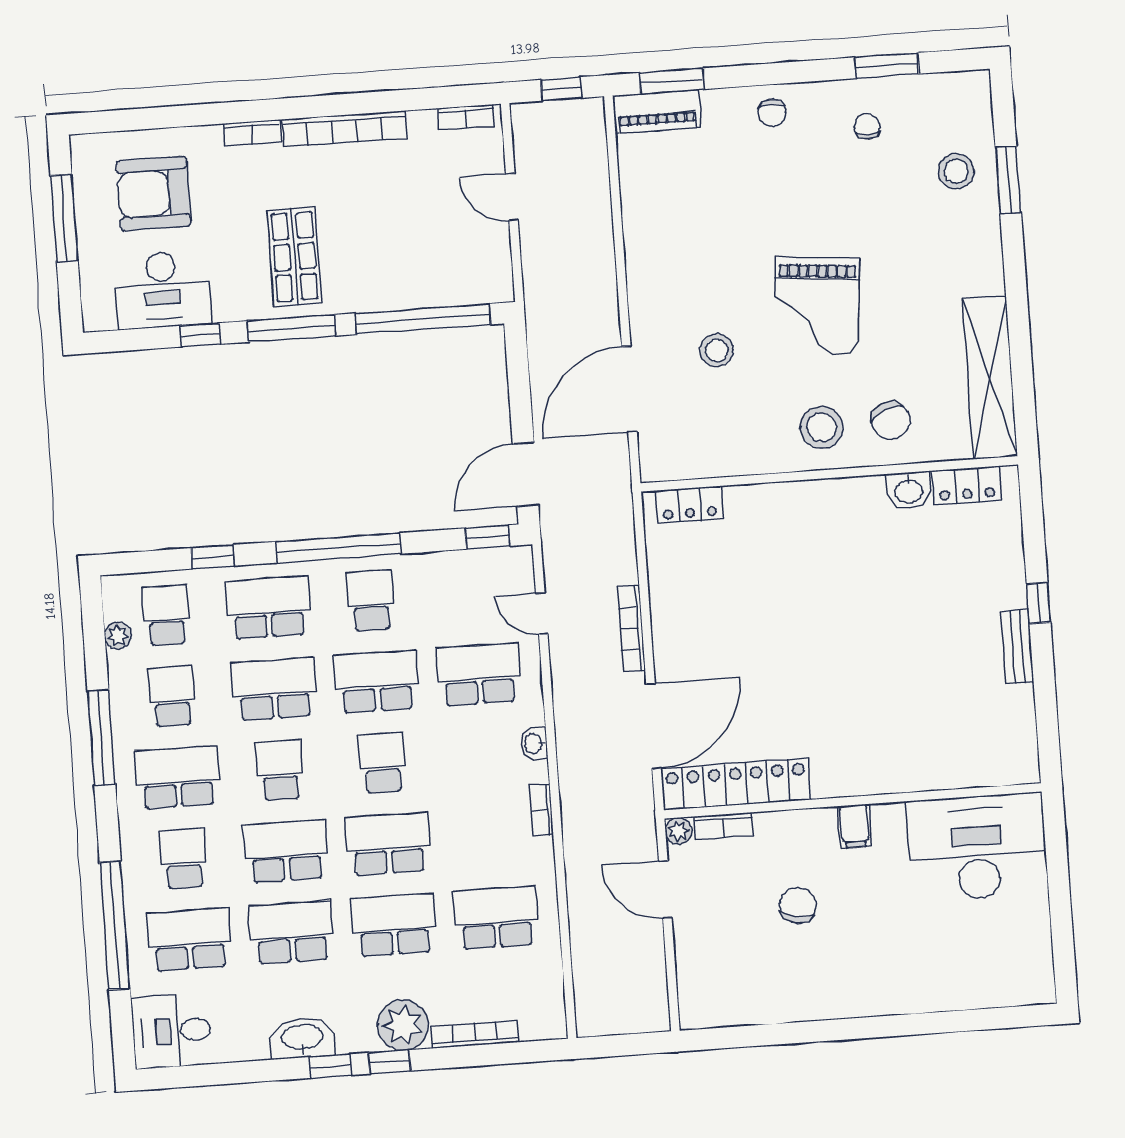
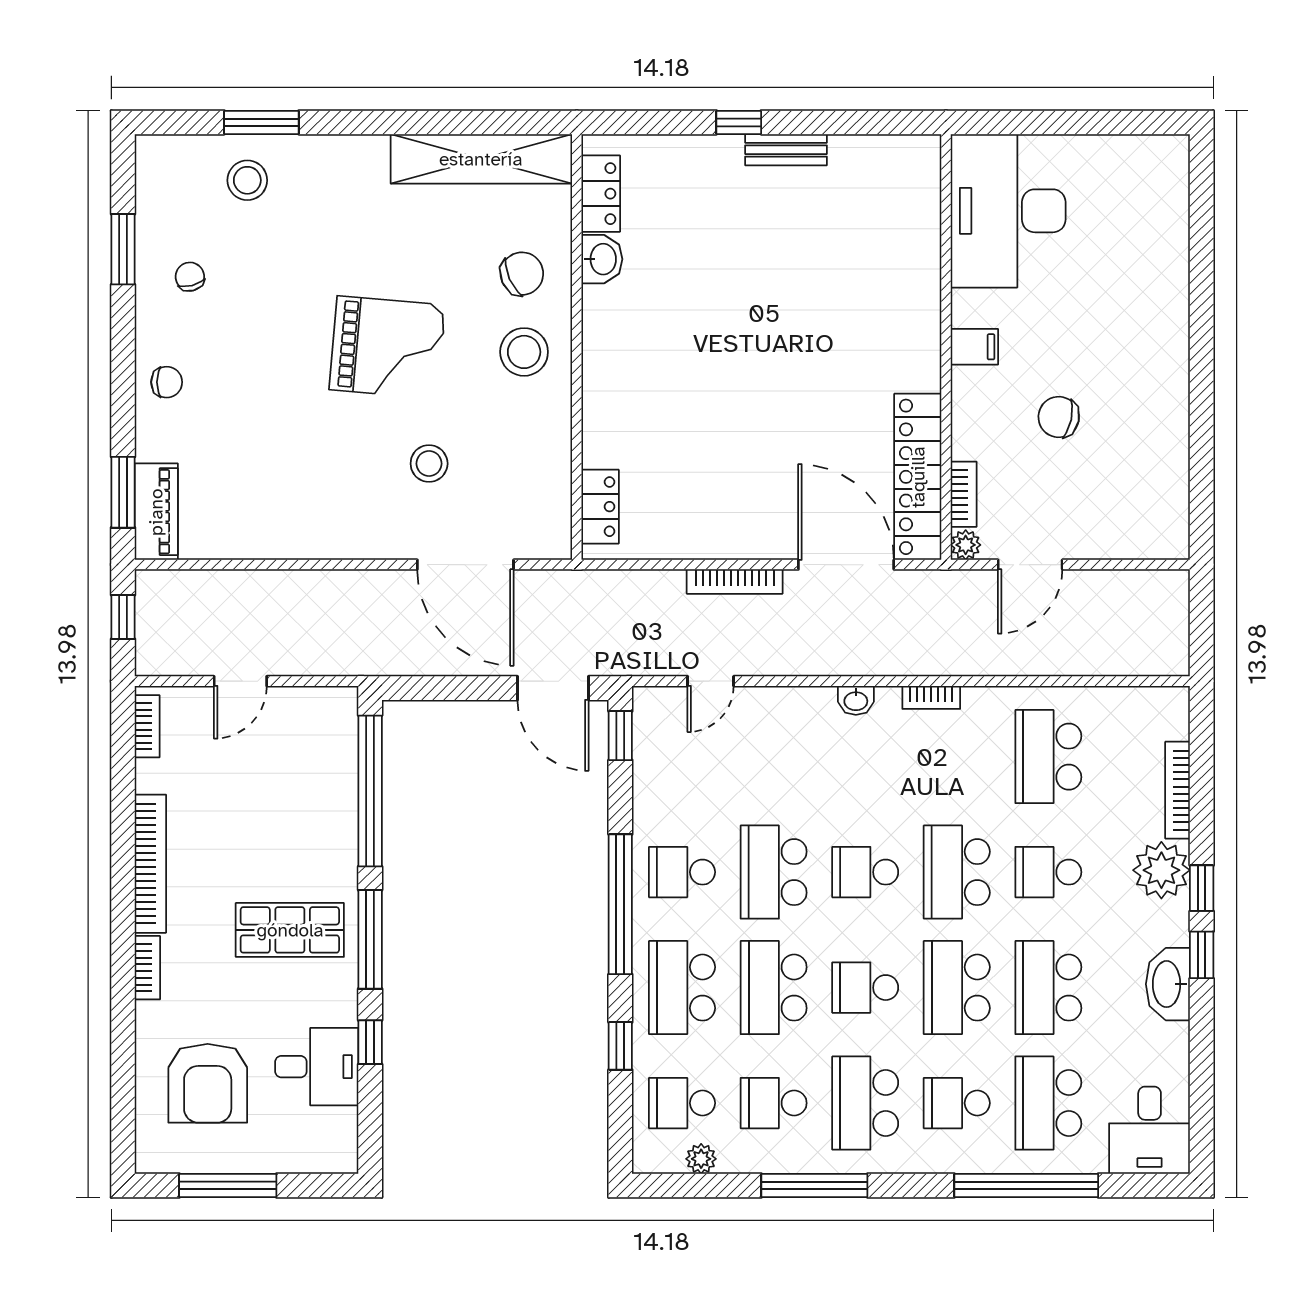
chair: (867, 127) -> (190, 277), turned 75
desk: (162, 290) -> (317, 1067), width x0.73
school desk: (479, 674) -> (774, 757), removed
school desk: (394, 925) -> (1048, 872), width x0.54

